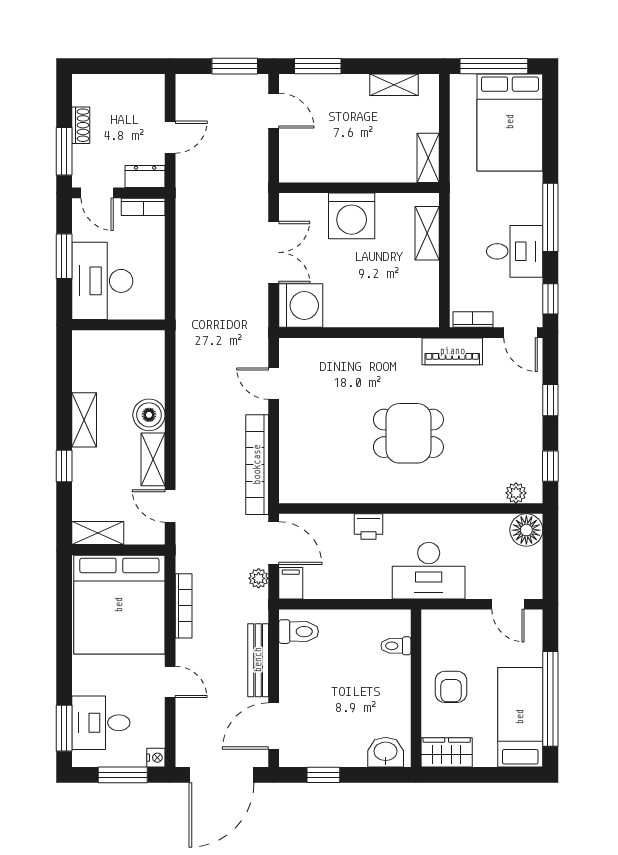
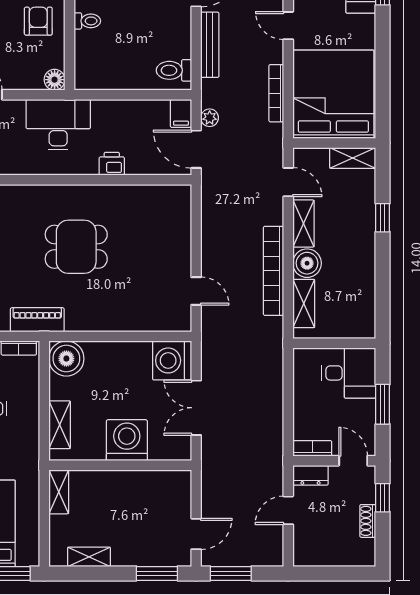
door: (274, 111) -> (196, 534), swing flipped
window: (64, 151) -> (383, 498), width x0.67
desk: (102, 281) -> (349, 373), width x0.73
boiler: (419, 308) -> (66, 359), added
shelving: (84, 420) -> (304, 303), moved
bookcase: (257, 465) -> (273, 271), moved, turned 180
floor lamp: (433, 621) -> (55, 80), added
toilet: (396, 646) -> (87, 21), moved

